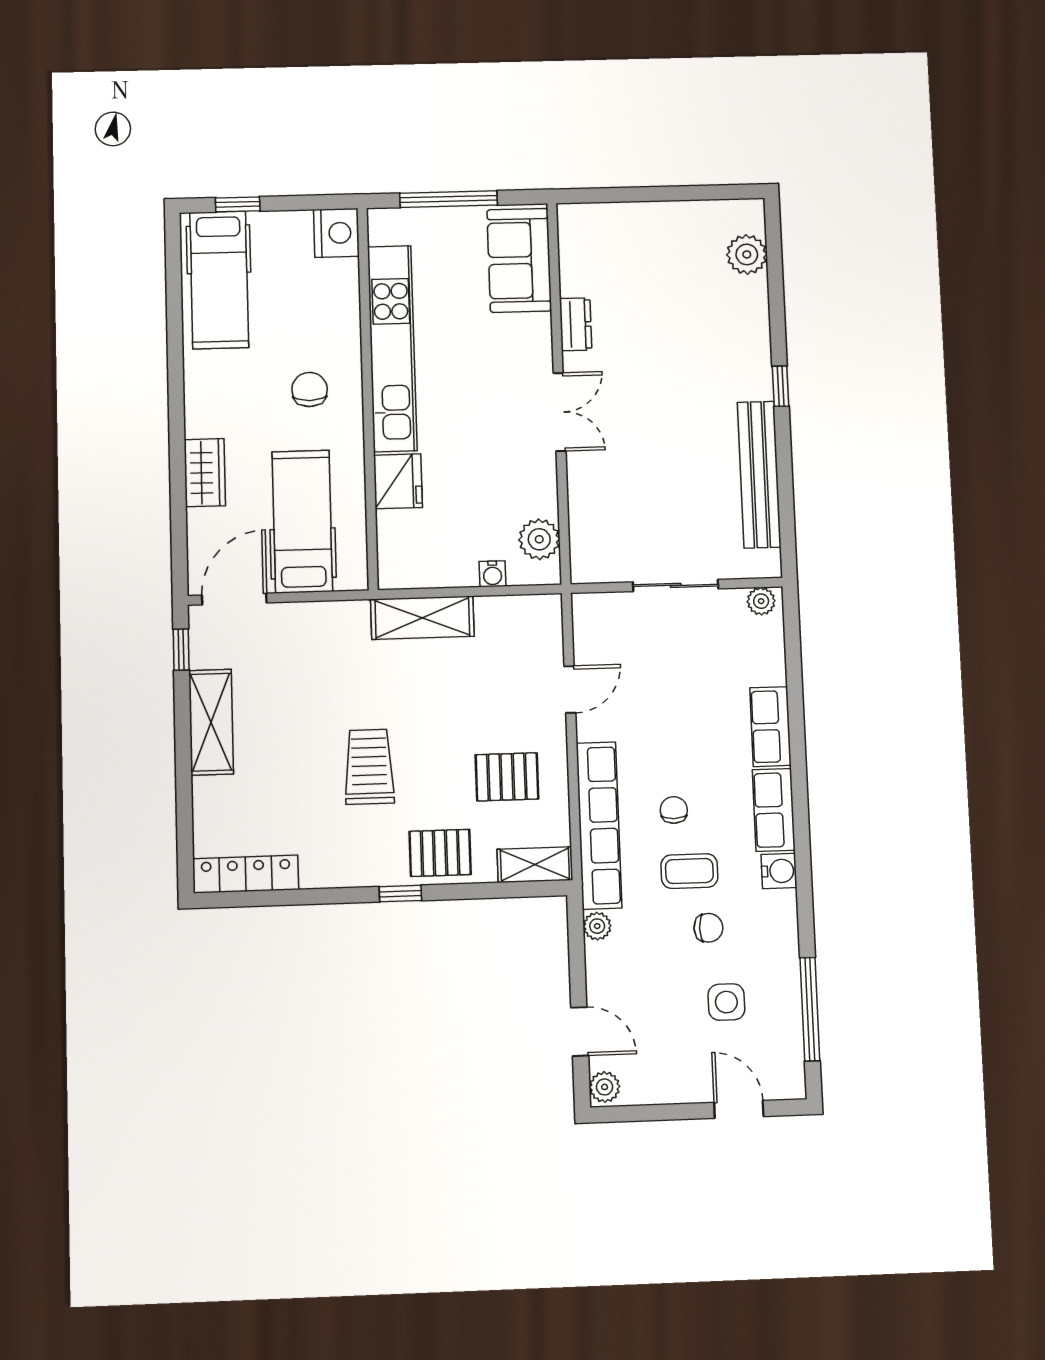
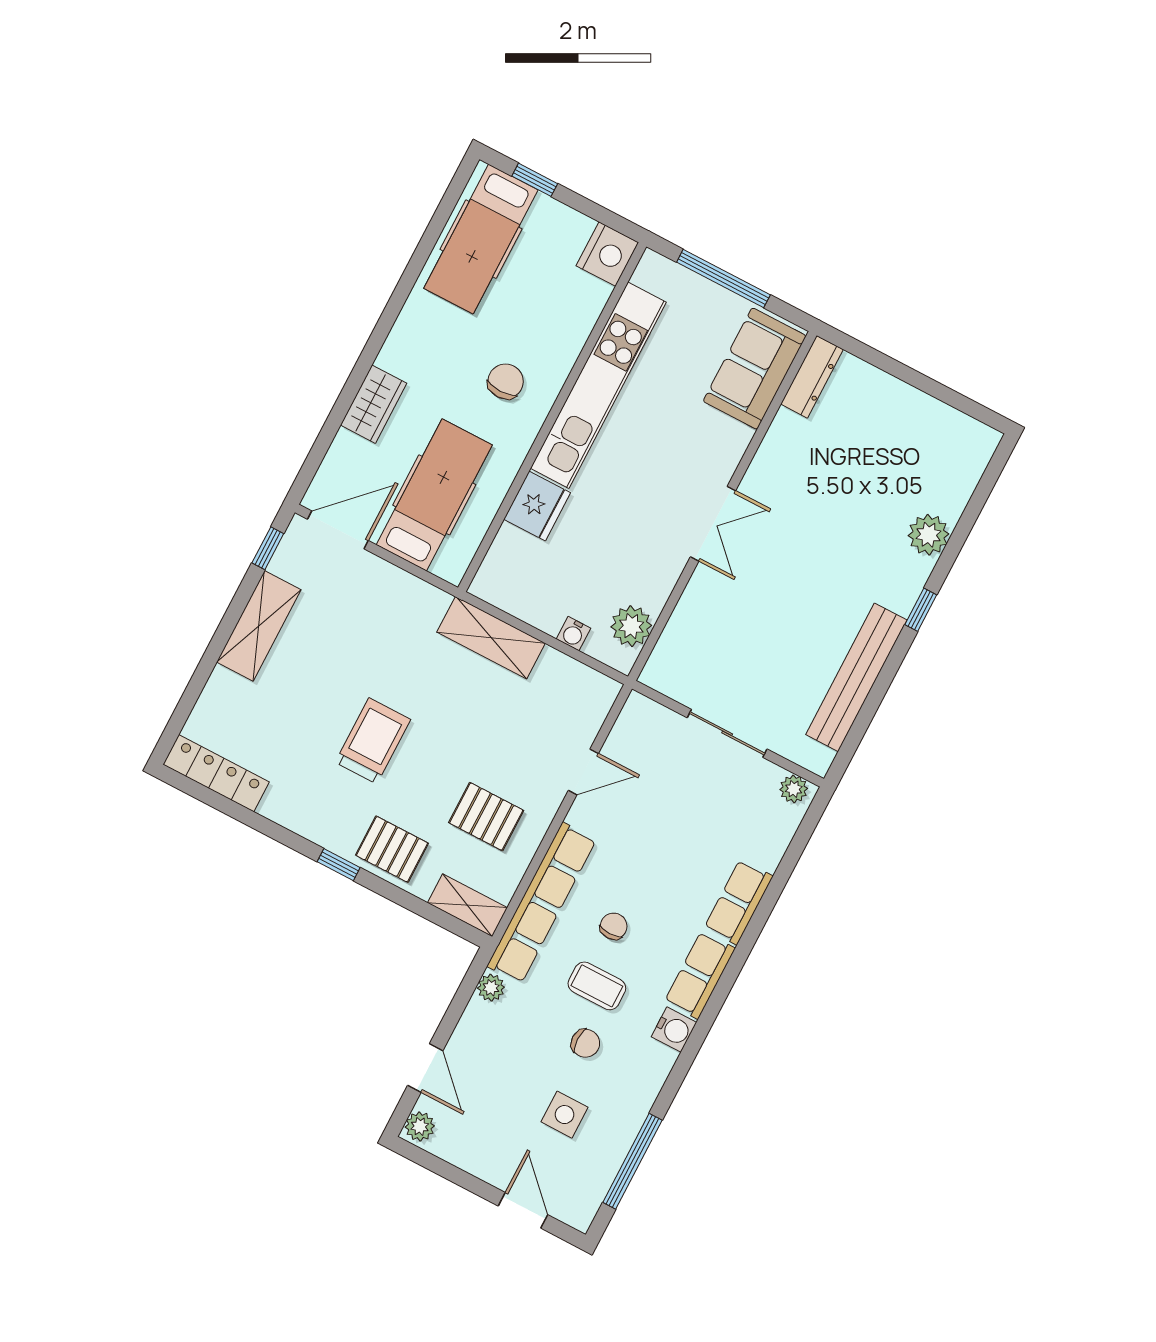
plant: (747, 254) -> (928, 535), moved
dresser: (576, 324) -> (812, 377), moved, width x1.44

